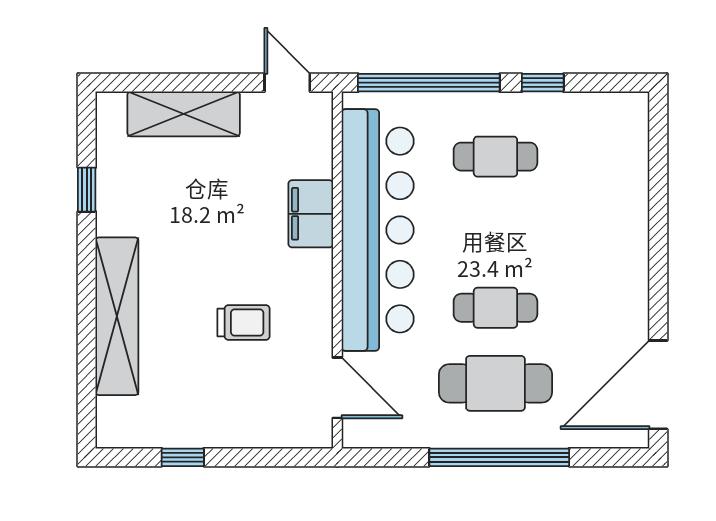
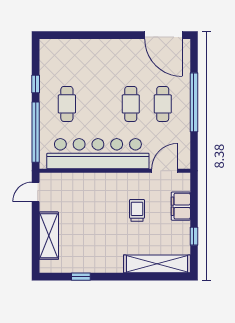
filing cabinet: (311, 214) -> (181, 206), moved, turned 90
shelving: (117, 316) -> (157, 264), moved
cafe table: (495, 383) -> (163, 104), width x0.73, depth x0.74

